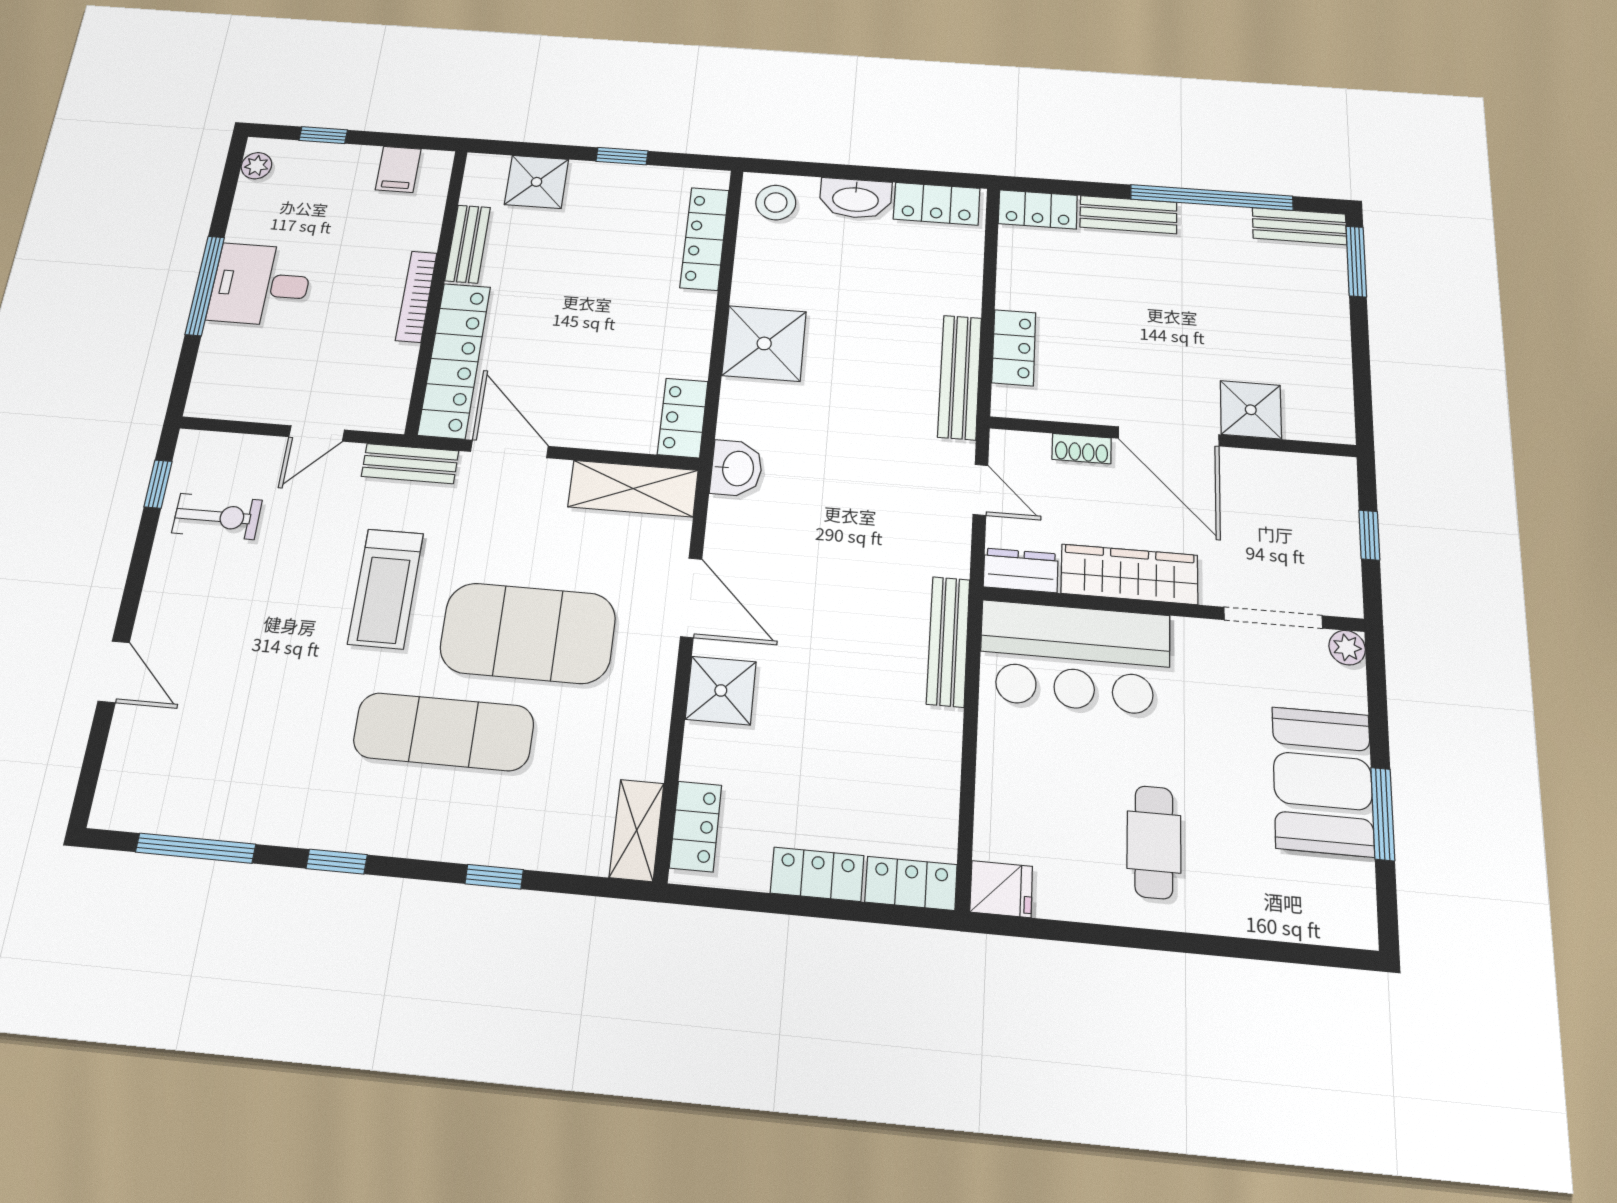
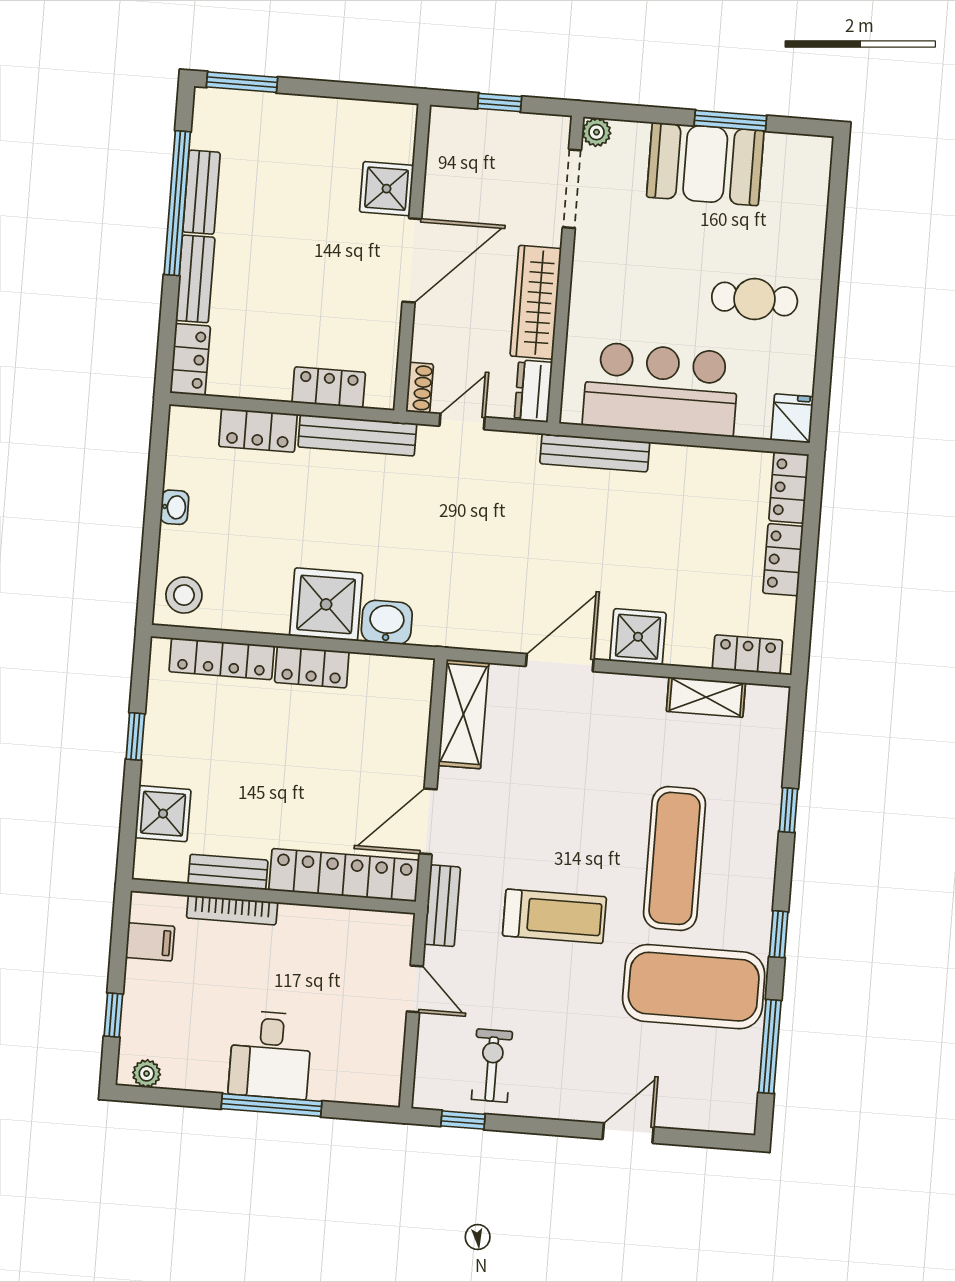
washbasin: (855, 198) -> (175, 507), width x0.52, depth x0.69
locker: (937, 204) -> (258, 430), moved, turned 90
bench: (1299, 226) -> (201, 192), moved
bookcase: (416, 297) -> (232, 910), moved
locker: (683, 418) -> (312, 667), moved
shoe rack: (1082, 449) -> (420, 388), moved
washbasin: (737, 468) -> (387, 622), moved
exercise mat: (528, 633) -> (694, 987), moved, turned 90
bar counter: (1075, 657) -> (661, 389), moved, turned -90
shelving: (637, 830) -> (706, 697), moved

